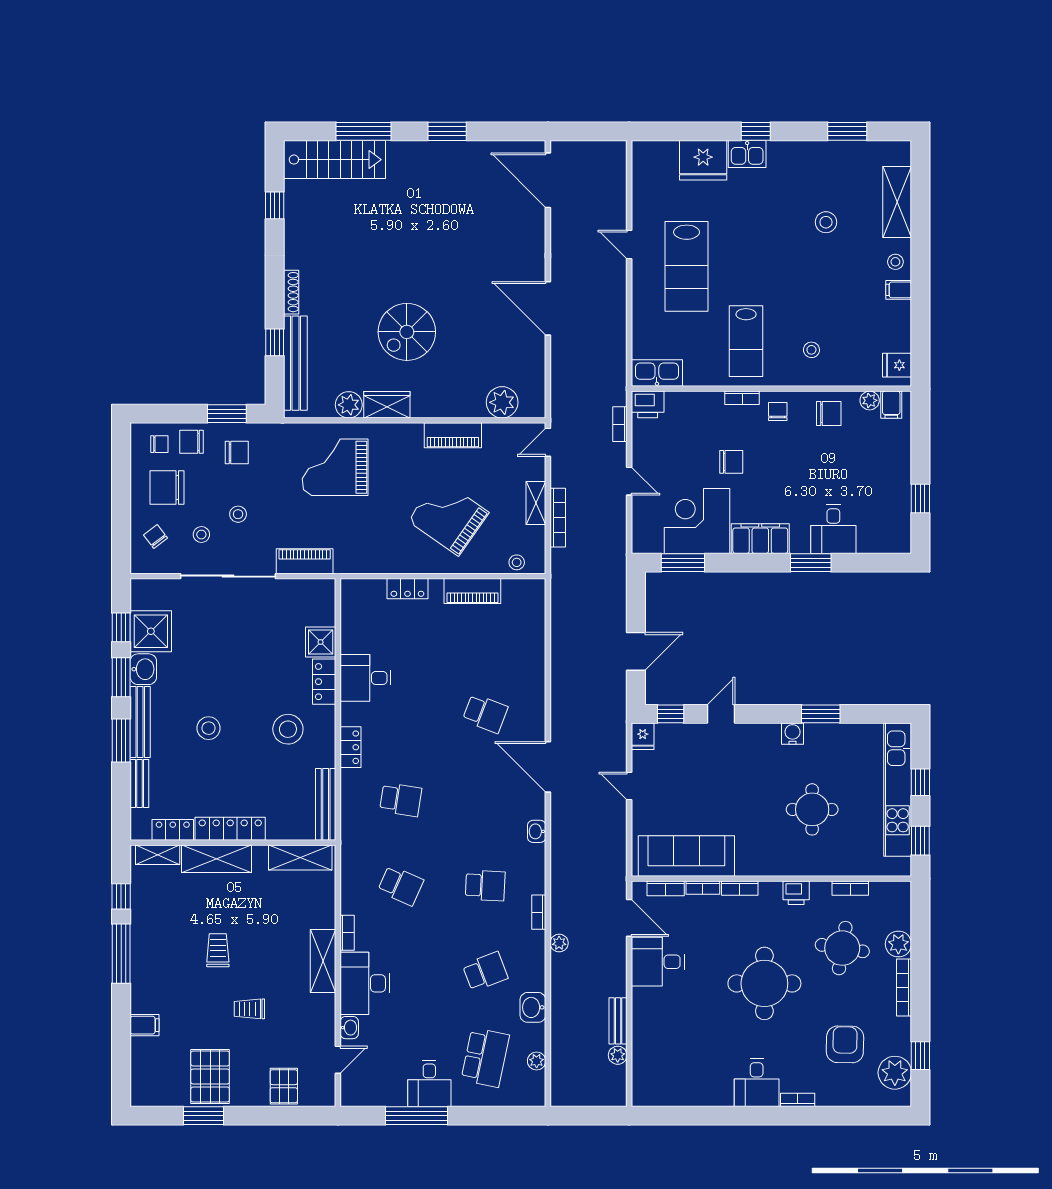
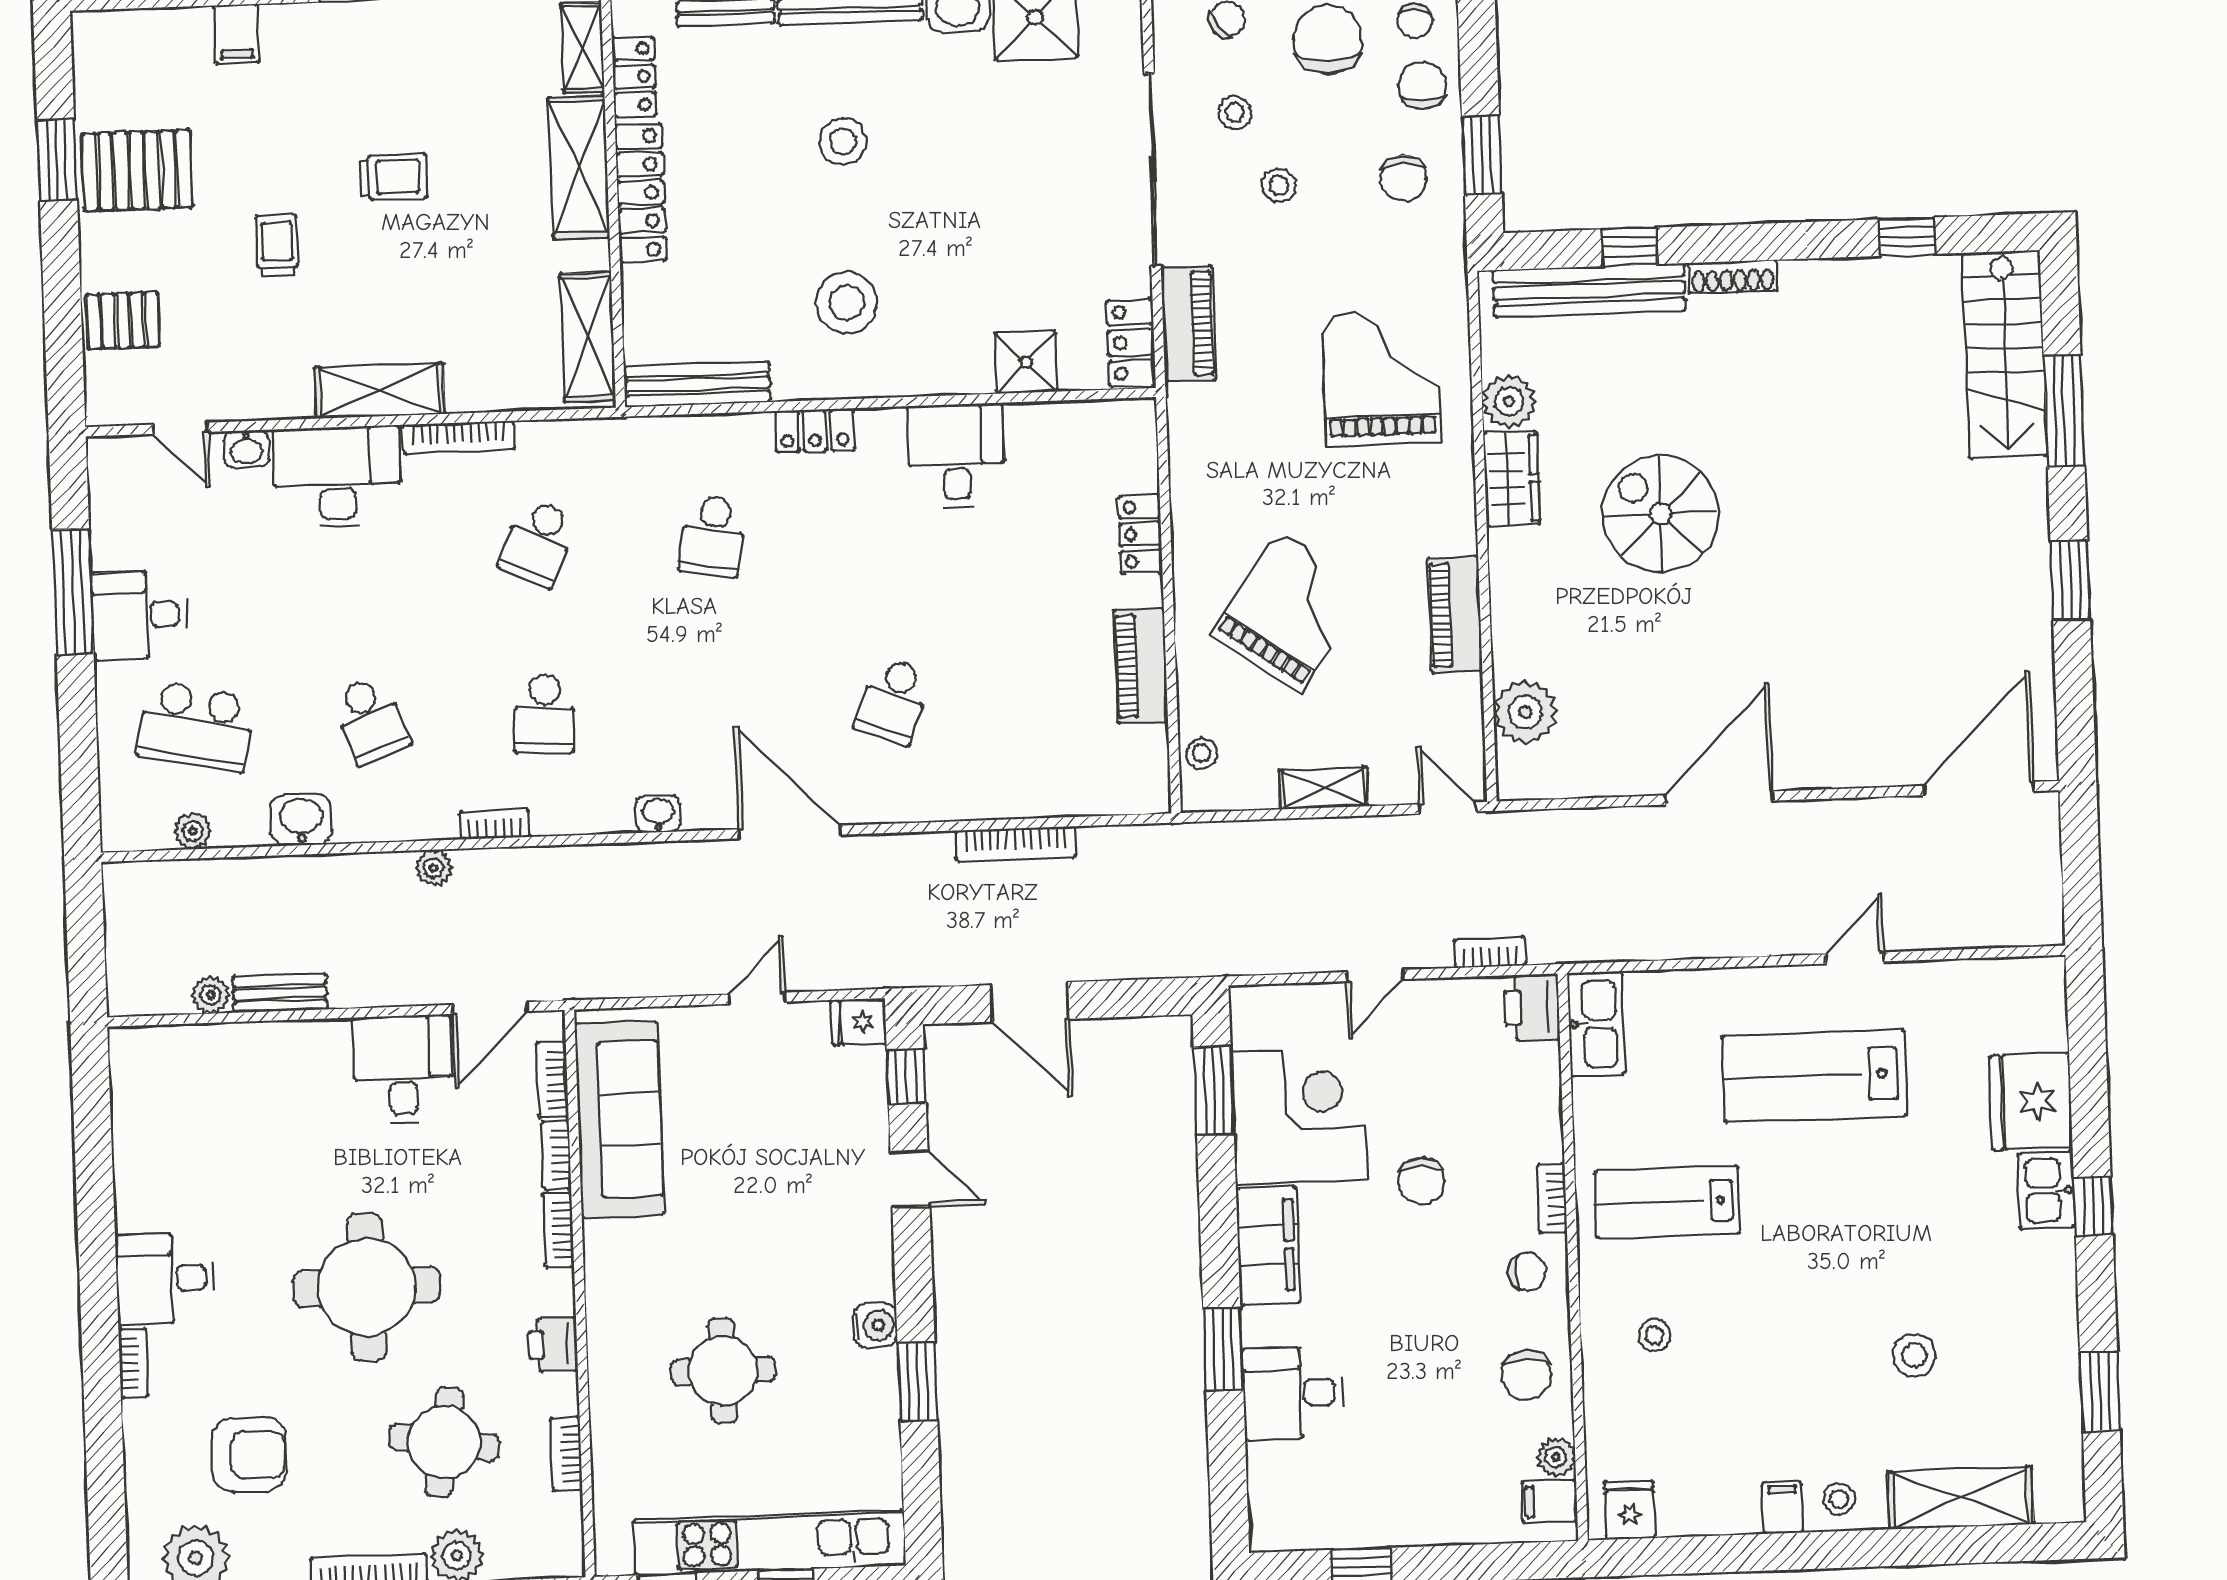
bookcase: (558, 518) -> (1015, 844), moved
locker: (324, 682) -> (1131, 343), moved, turned -90
door: (548, 767) -> (790, 832), hinge flipped
bookcase: (347, 933) -> (458, 437), width x1.56

